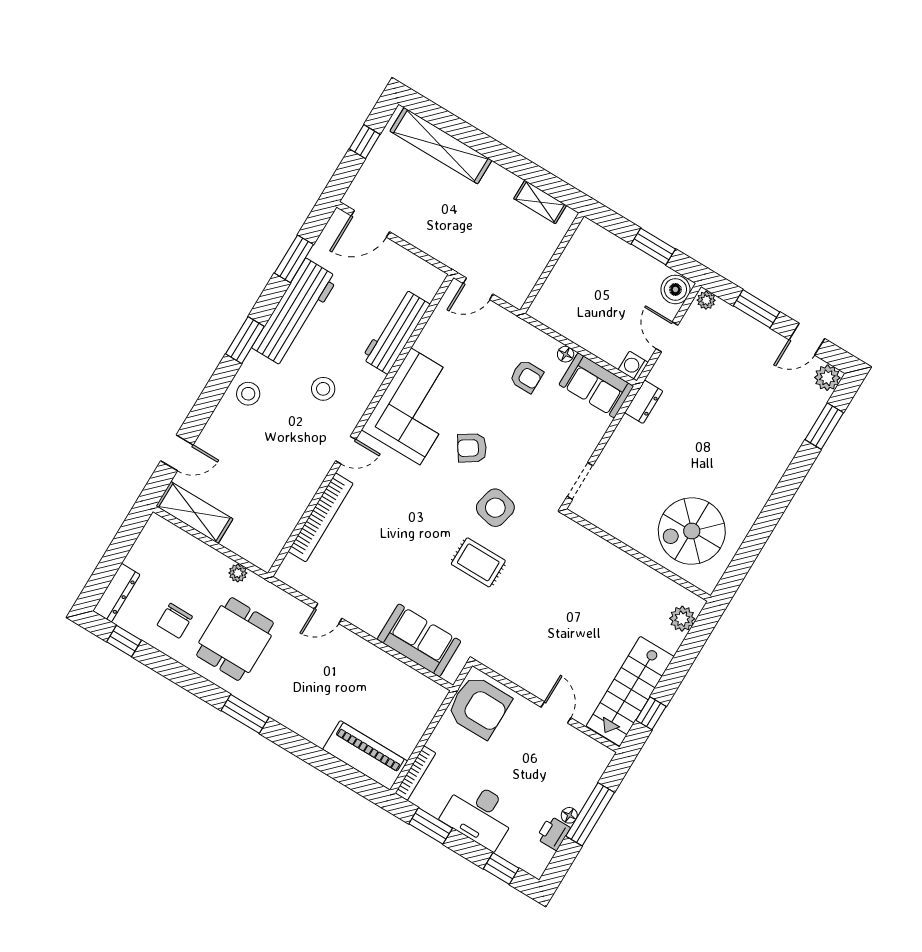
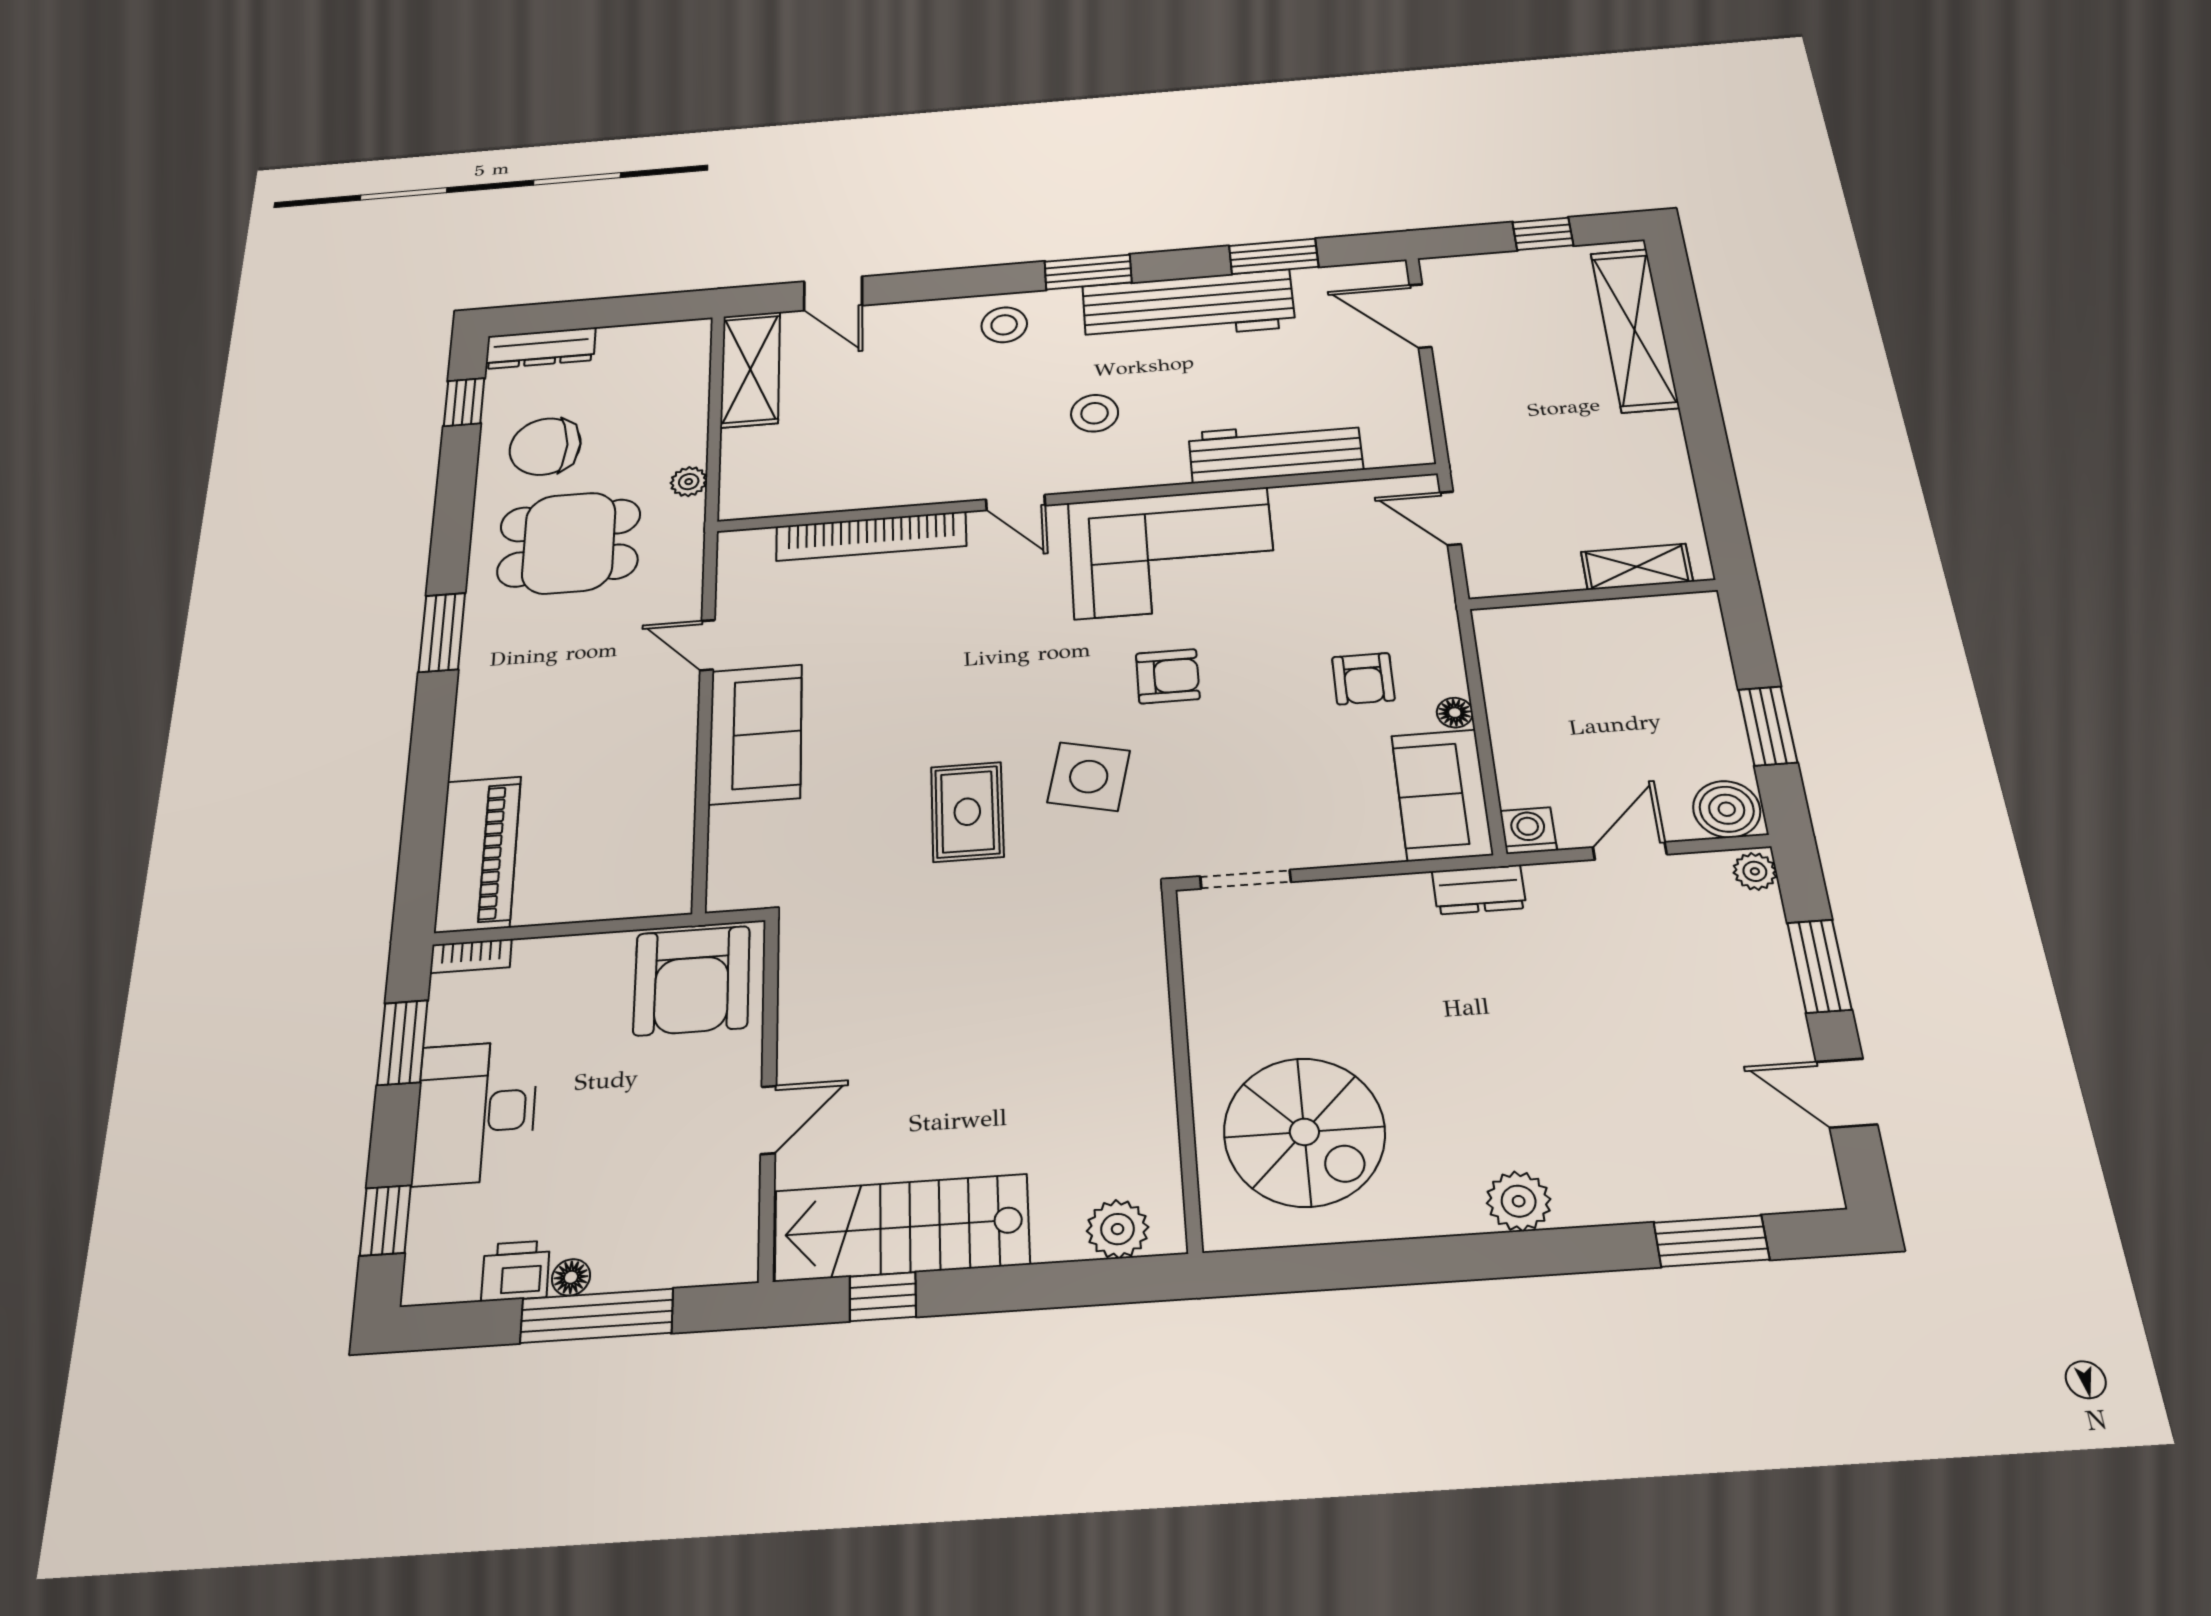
shelving: (540, 202) -> (1637, 567), moved, turned 90
plant: (827, 378) -> (1519, 1201), moved
armchair: (472, 448) -> (1168, 676), turned 123
spiral stairs: (692, 531) -> (1304, 1132), turned 180
chair: (175, 621) -> (545, 447), width x1.37, depth x1.37
sofa: (419, 640) -> (756, 734), moved
bookcase: (415, 773) -> (471, 956), width x0.64

